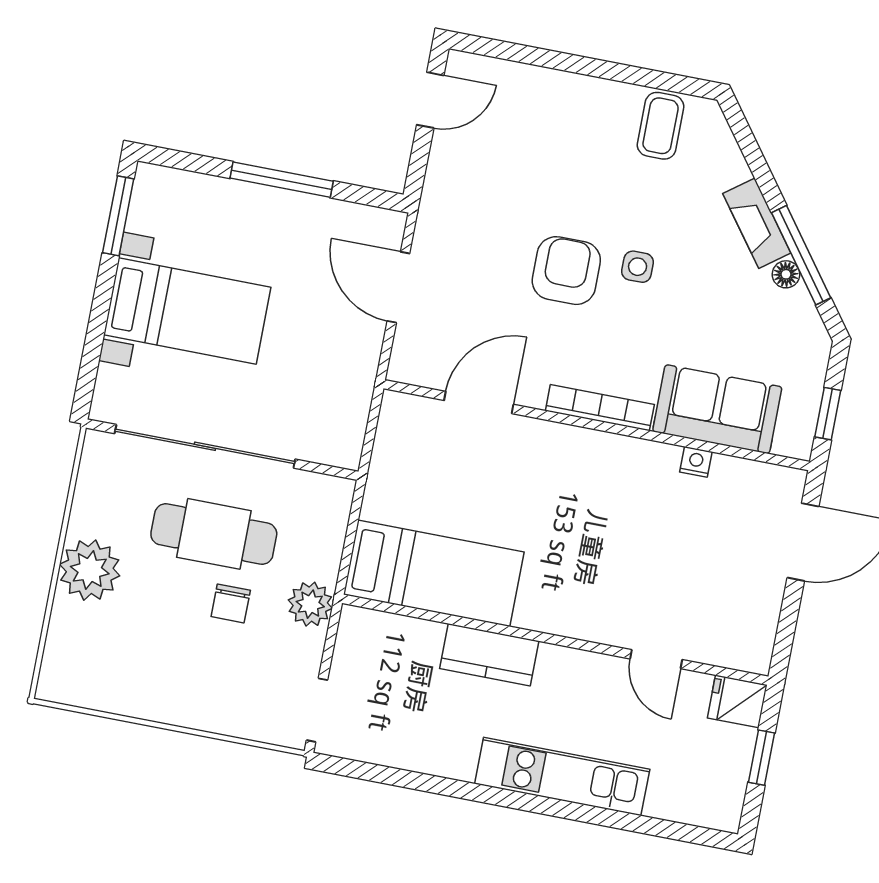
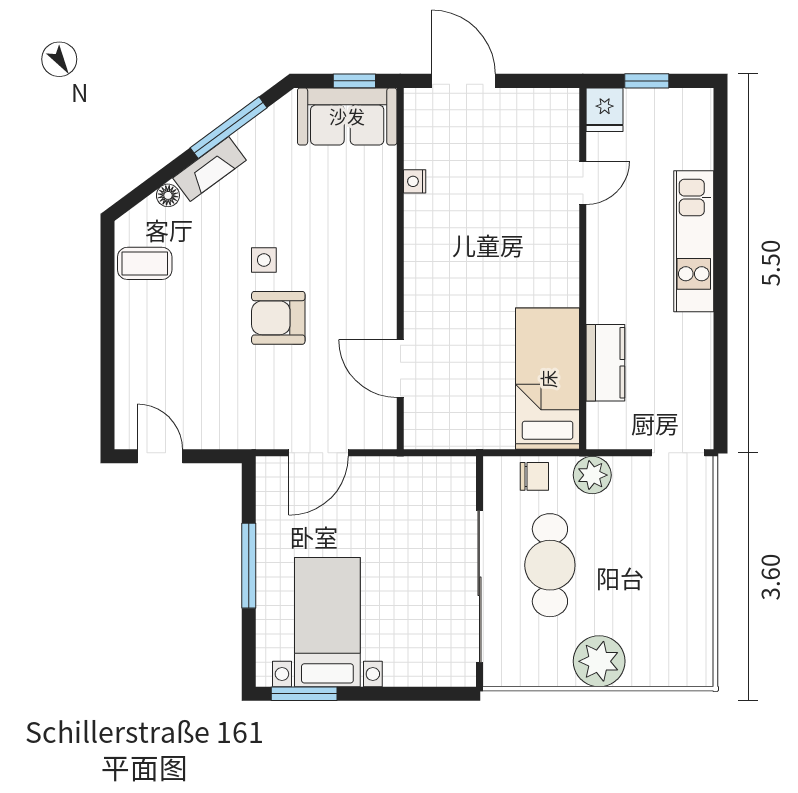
floor lamp: (786, 274) -> (168, 195), moved
bed with nightstands: (187, 311) -> (327, 622), moved
bookcase: (600, 408) -> (386, 269), removed
sofa: (717, 409) -> (347, 116), moved, turned -90
chair: (231, 603) -> (534, 476), moved
kitchen counter: (489, 655) -> (605, 363), moved

